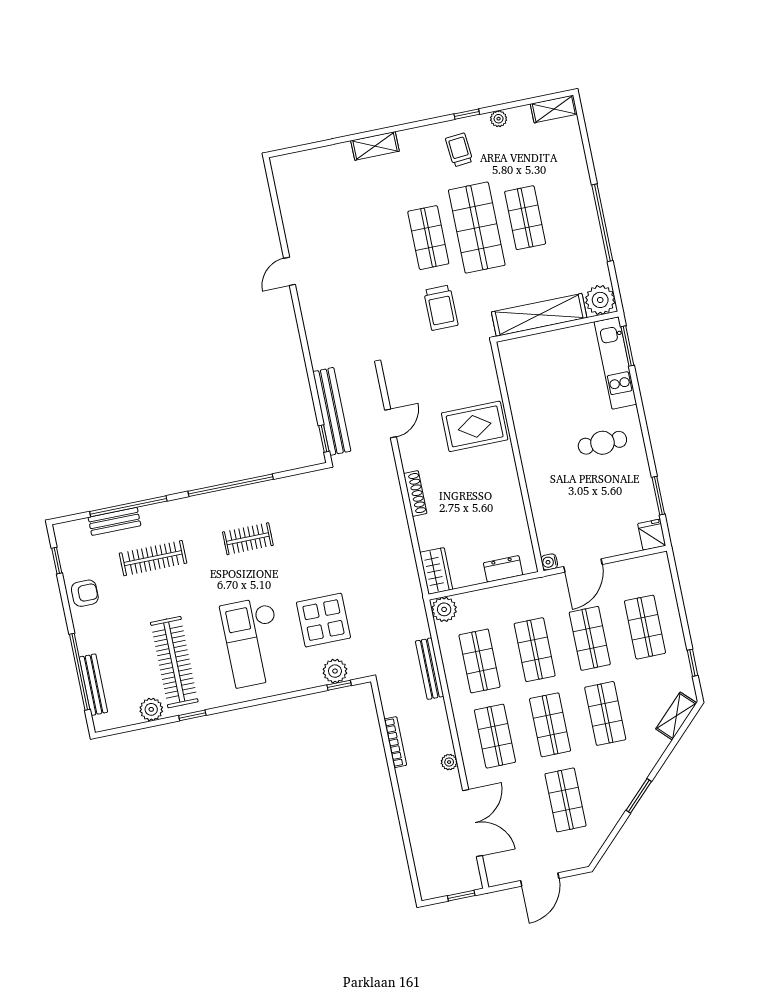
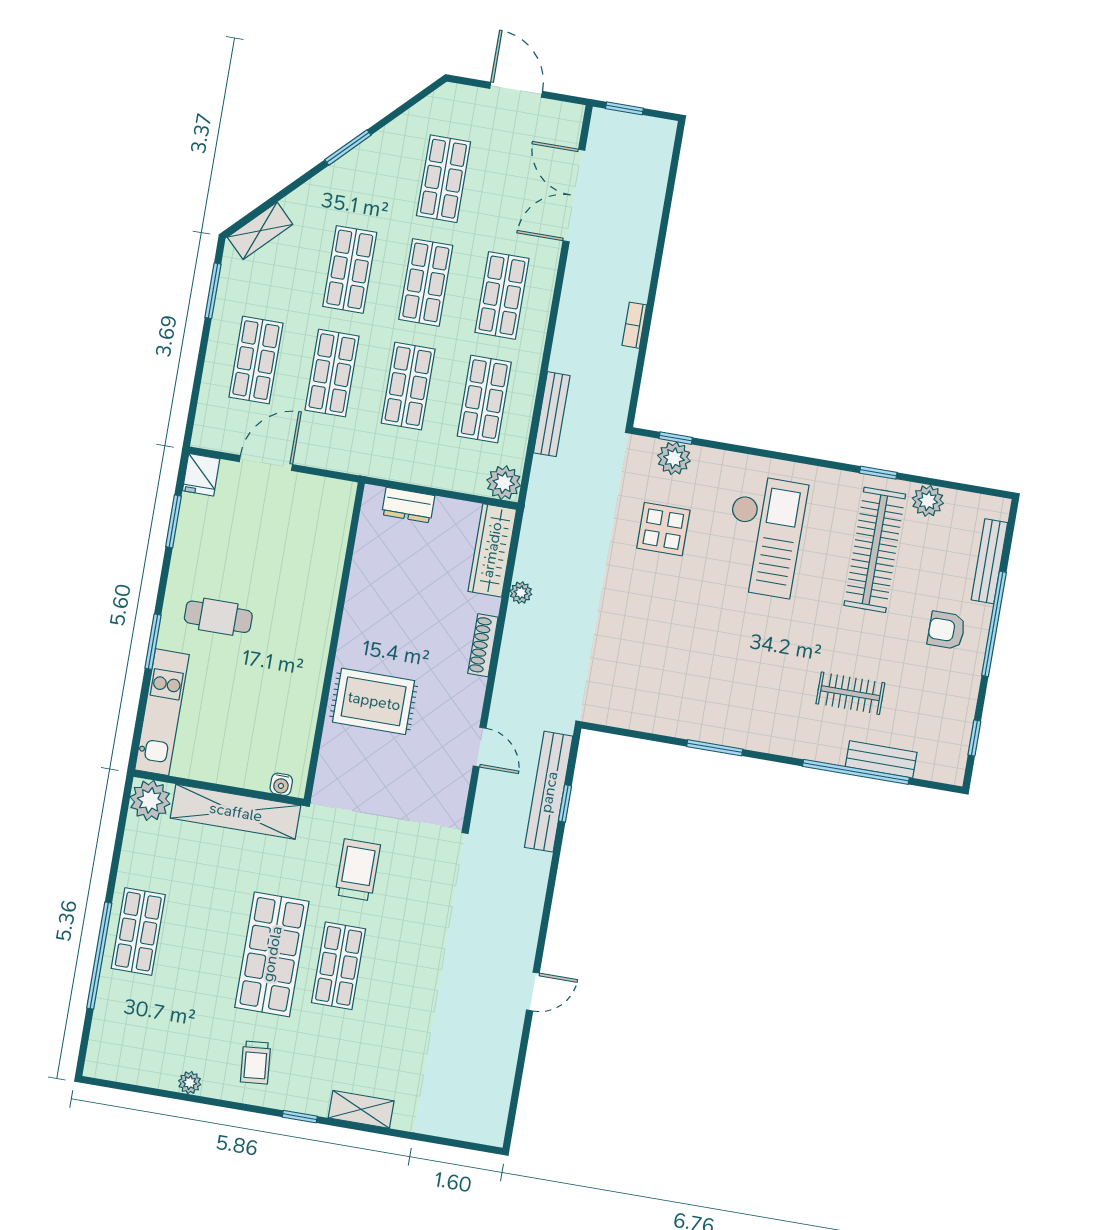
shelving: (554, 109) -> (114, 1068), removed
window: (467, 114) -> (300, 1117), moved
shop shelf: (525, 218) -> (138, 932), moved
window: (602, 223) -> (99, 956), moved
window: (627, 346) -> (153, 642), moved
door: (390, 423) -> (480, 747), swing flipped
window: (324, 439) -> (565, 803), moved
window: (231, 485) -> (715, 748), width x0.47
clothes rail: (248, 539) -> (719, 671), removed
clothes rail: (153, 558) -> (850, 693), width x0.73
water cooler: (549, 562) -> (281, 784), moved, turned 90
door: (583, 565) -> (266, 463), moved
wardrobe: (436, 571) -> (492, 550), width x1.50
armchair: (85, 593) -> (946, 630), moved
display table: (323, 620) -> (663, 529), width x0.73, depth x0.73
window: (692, 663) -> (213, 291), width x1.50
window: (80, 672) -> (994, 624), moved
bookcase: (395, 742) -> (634, 325), width x0.64
plant: (449, 762) -> (521, 593), moved
door: (540, 879) -> (516, 90), hinge flipped

